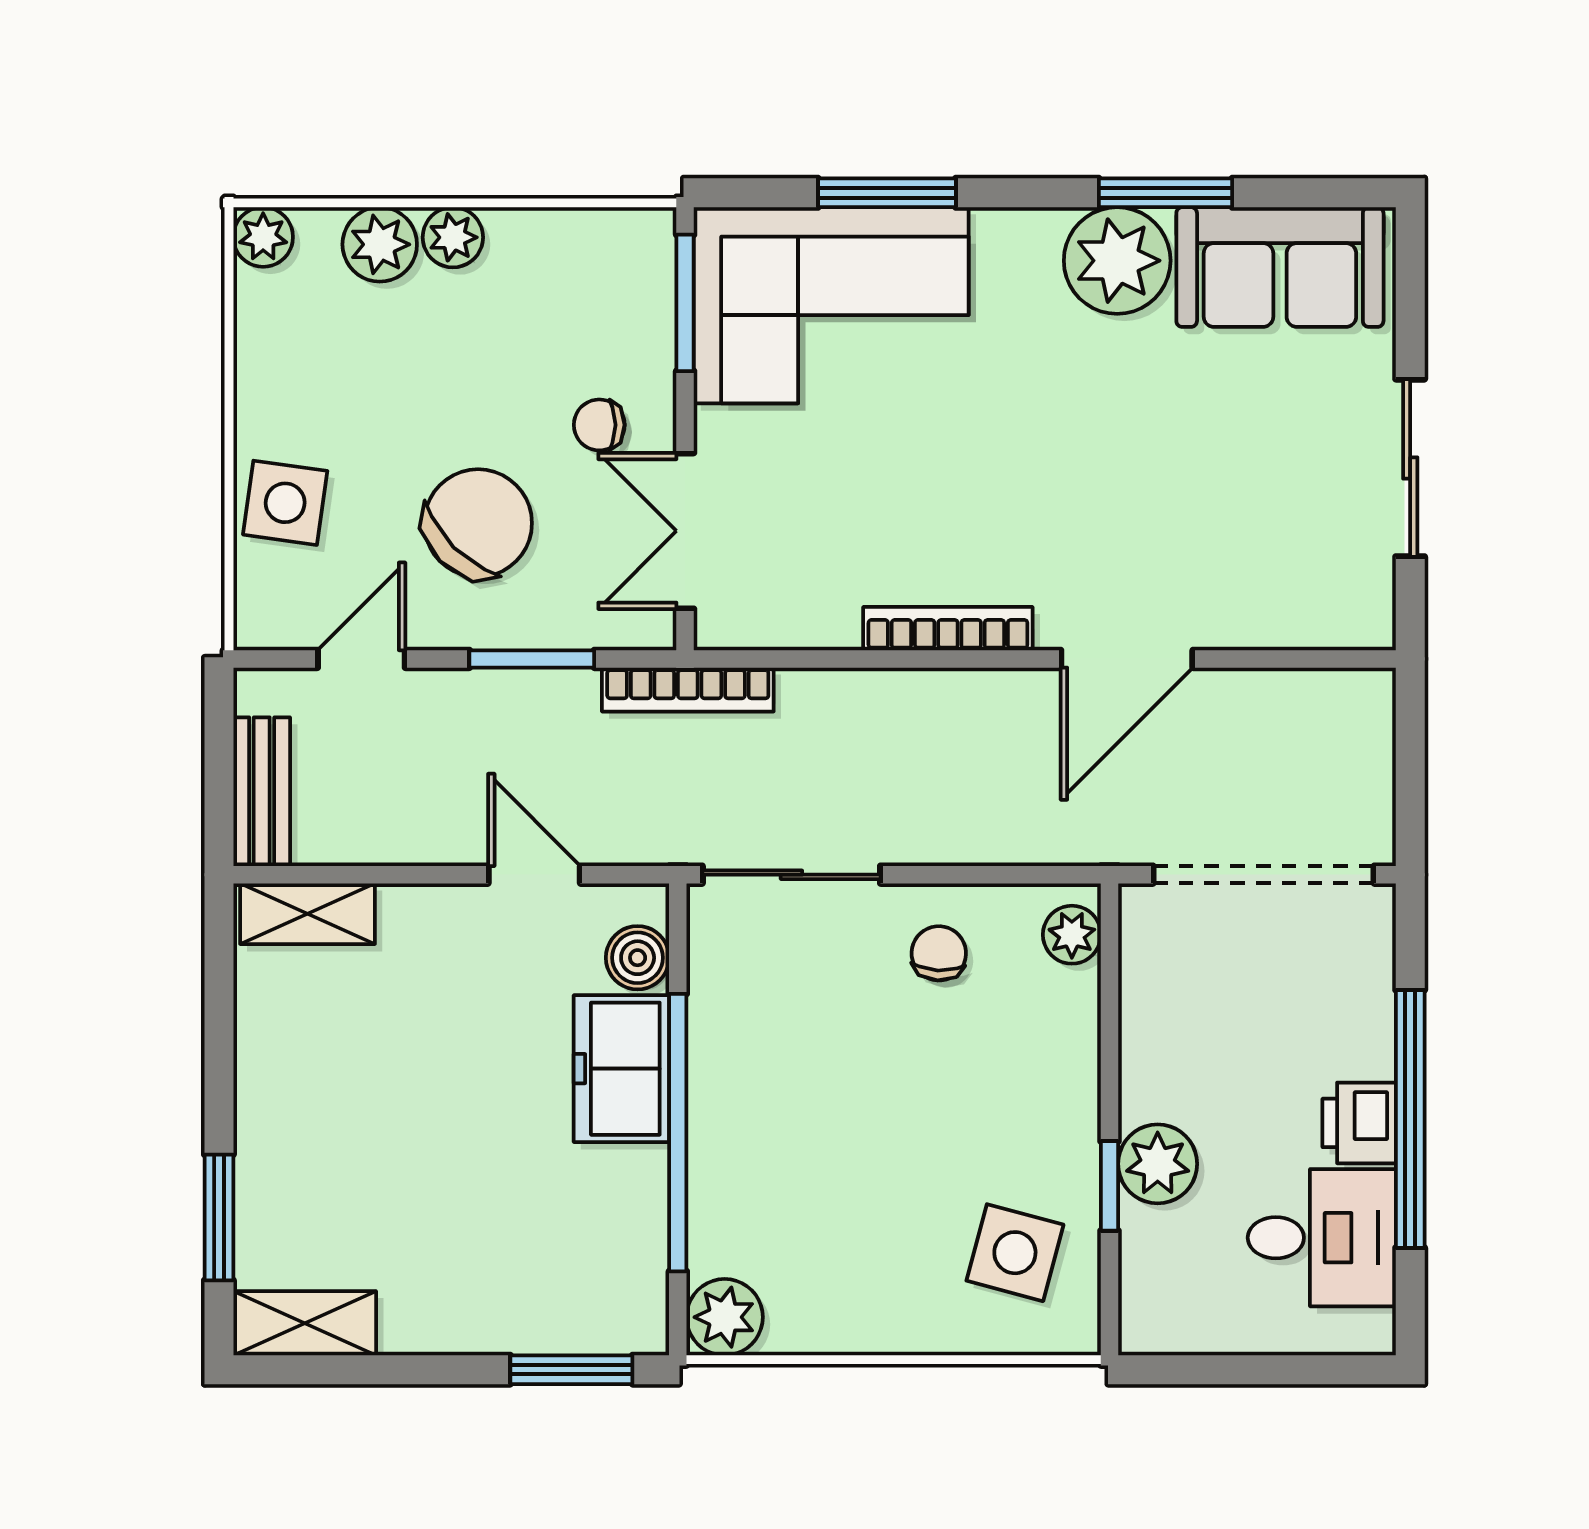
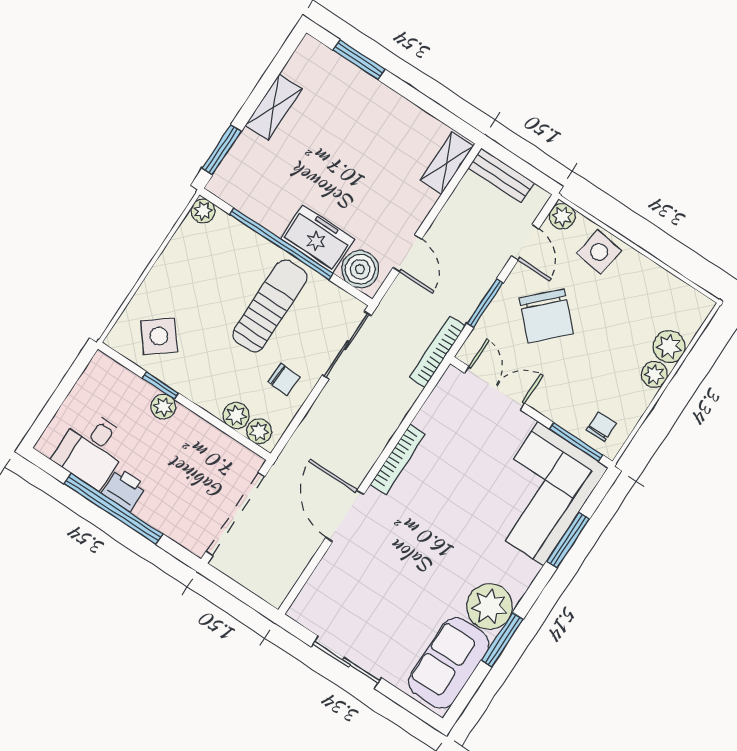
plant: (263, 237) -> (562, 216), moved
chair: (599, 425) -> (601, 427), moved
door: (534, 875) -> (407, 253), hinge flipped
boiler: (638, 958) -> (360, 269), width x1.36, depth x1.36
plant: (1070, 1000) -> (236, 415), added
sun lounger: (813, 1075) -> (270, 306), added
plant: (1158, 1164) -> (163, 407), width x0.73, depth x0.73
side table: (1015, 1253) -> (159, 336), turned 37
plant: (725, 1317) -> (203, 211), width x0.73, depth x0.73
shelving: (305, 1323) -> (274, 107), moved

